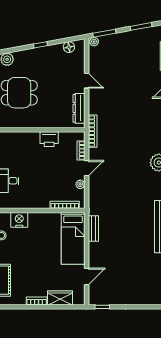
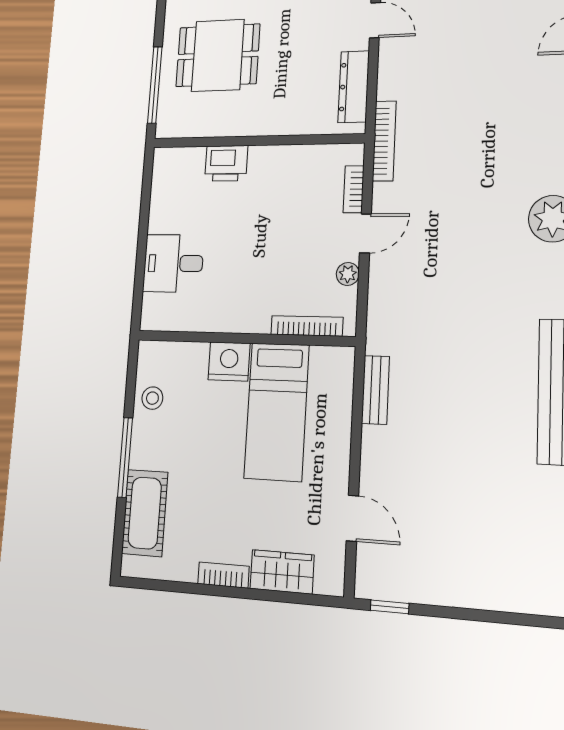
printer: (49, 139) -> (226, 163), moved
nightstand: (19, 220) -> (229, 362), moved
bed: (73, 238) -> (277, 411), moved
door: (87, 276) -> (352, 518), hinge flipped

